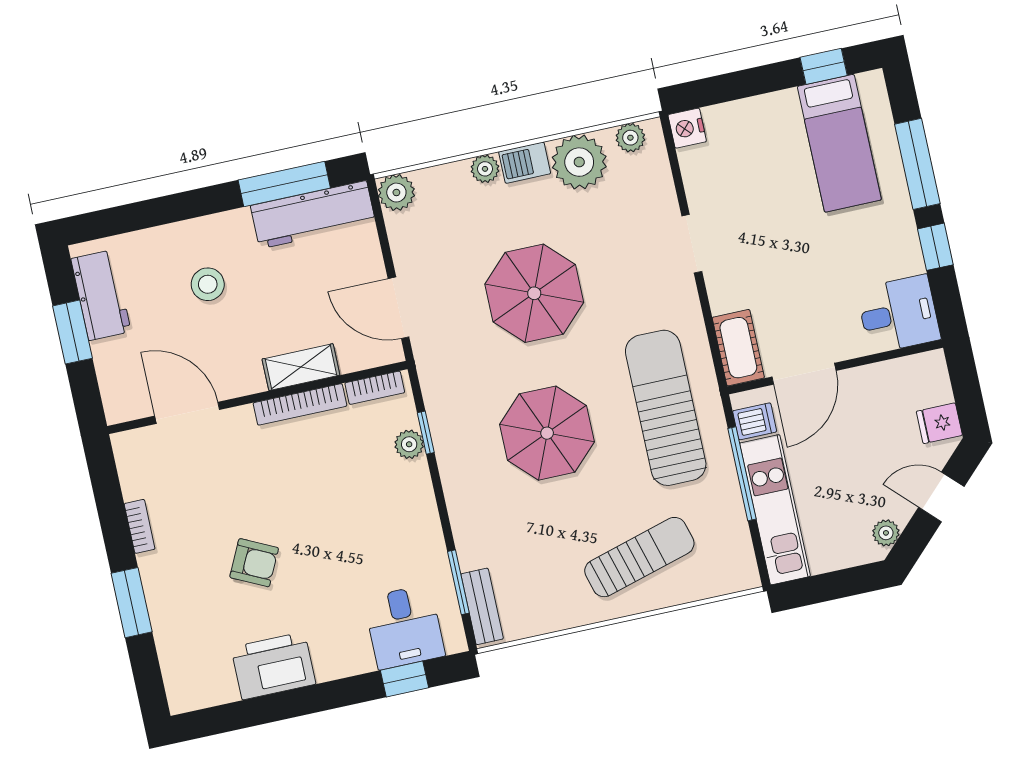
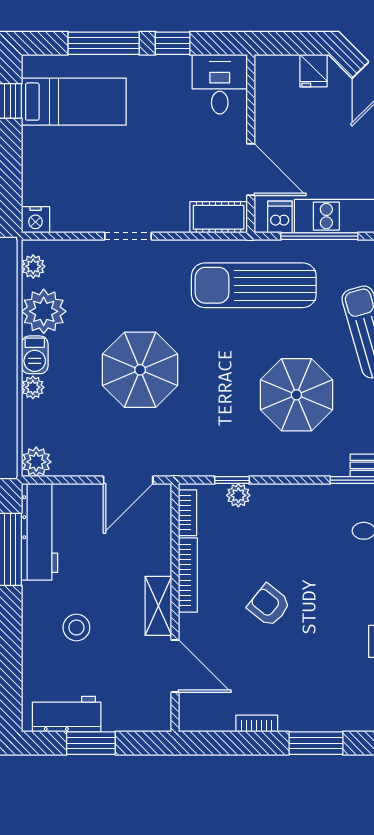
shelving: (301, 367) -> (158, 606), moved
door: (187, 413) -> (175, 666), swing flipped
parasol: (547, 433) -> (296, 395), moved
armchair: (254, 563) -> (269, 605), moved, turned -77

